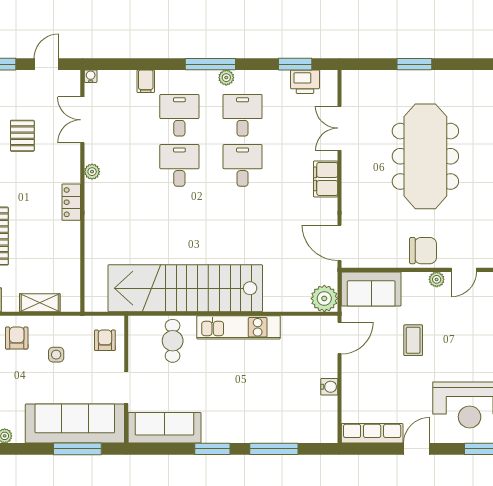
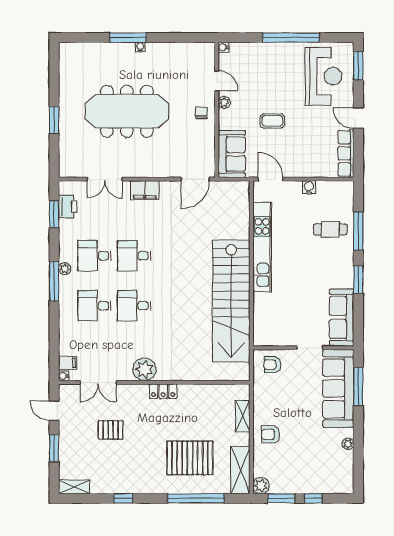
filing cabinet: (146, 81) -> (68, 363), moved
plant: (92, 172) -> (144, 369), width x1.87, depth x1.87
chair: (423, 251) -> (201, 113), width x0.54, depth x0.54
plant: (324, 298) -> (239, 191), removed
kitchen unit: (238, 327) -> (262, 247), width x1.36
cafe table: (173, 341) -> (330, 229), moved
side table: (56, 355) -> (284, 403), removed

